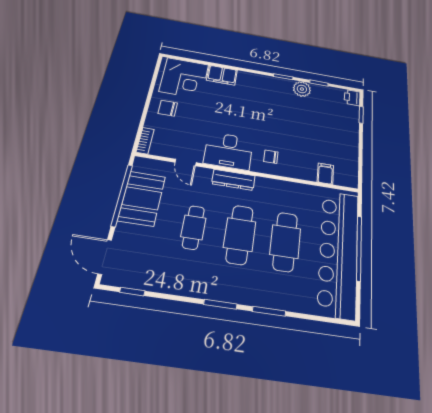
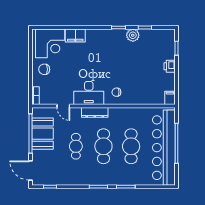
printer: (352, 98) -> (170, 66), moved
filing cabinet: (325, 174) -> (170, 98), moved

